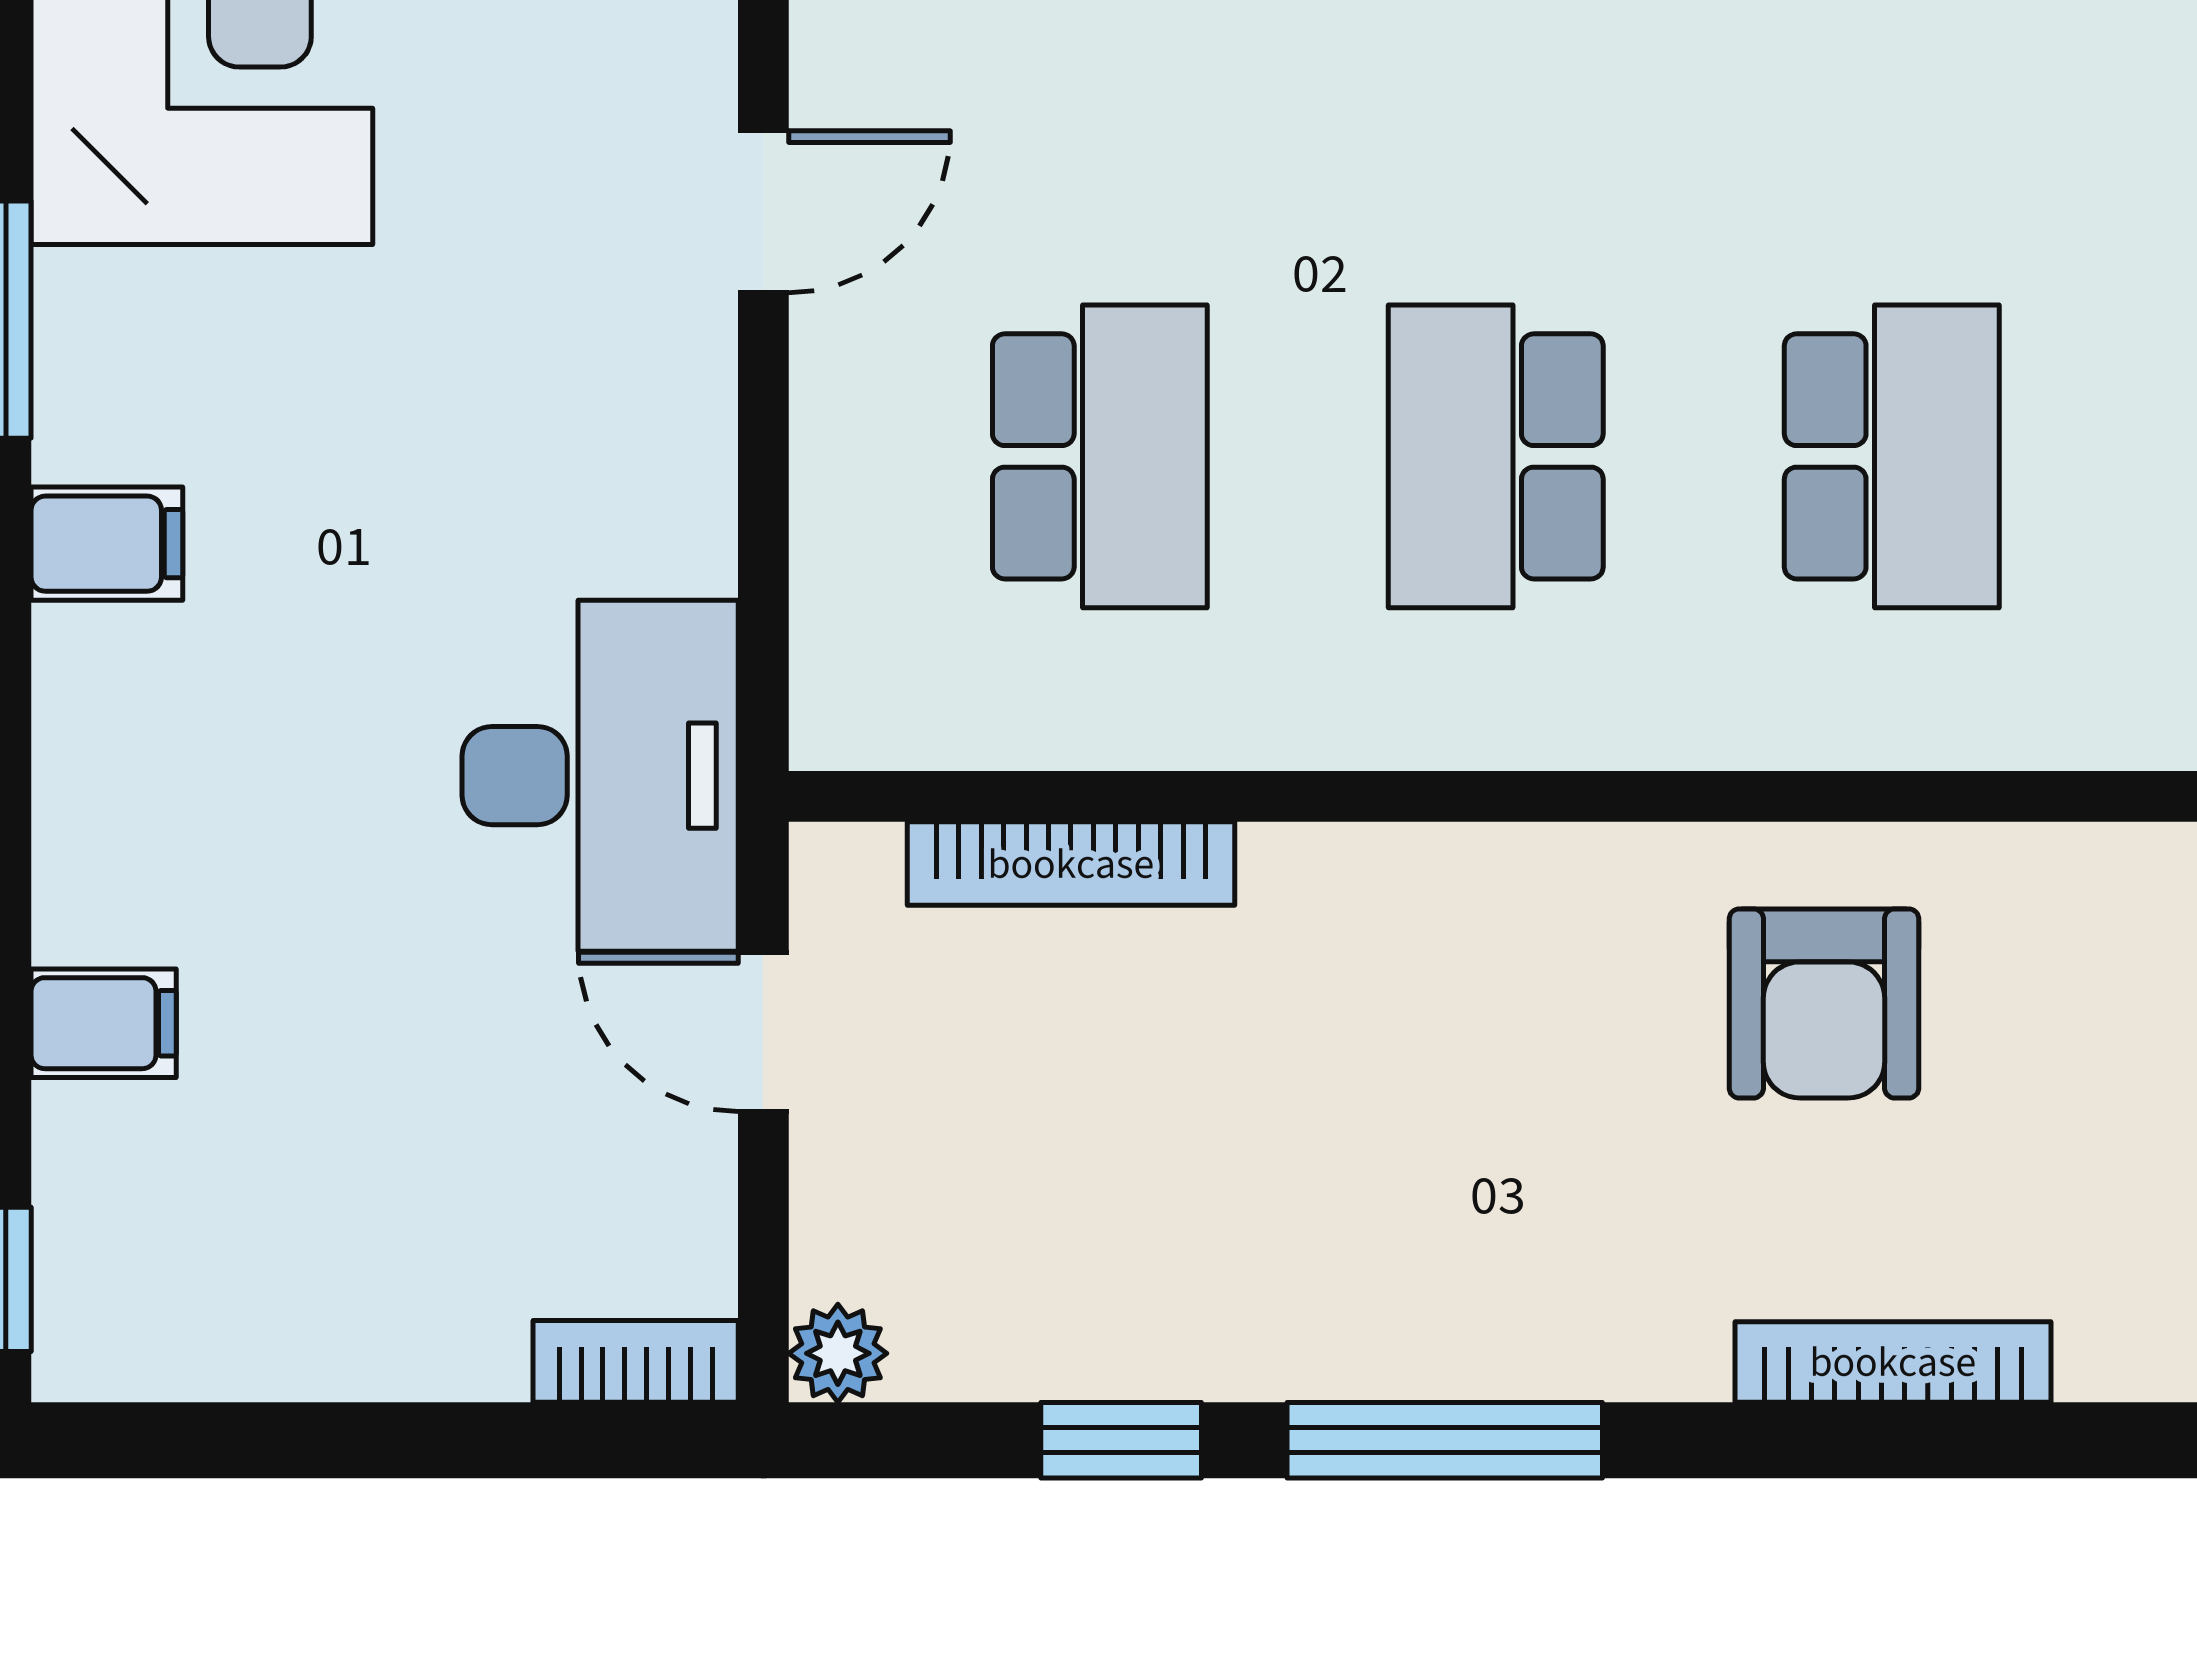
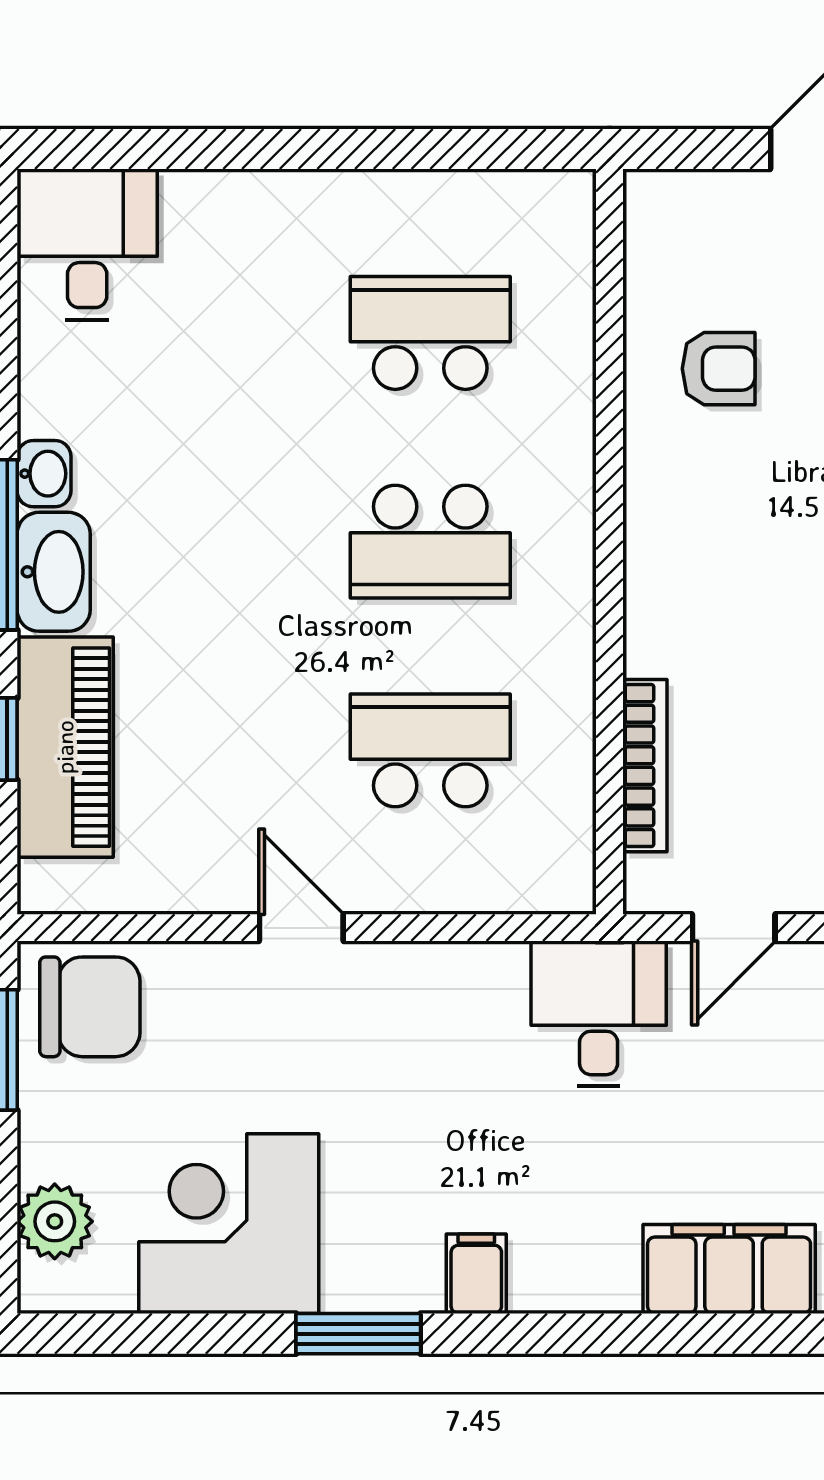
desk: (600, 776) -> (599, 1014), width x0.73
armchair: (1824, 1003) -> (719, 369), width x0.72, depth x0.72
filing cabinet: (104, 1023) -> (729, 1269), width x3.00, depth x1.17

